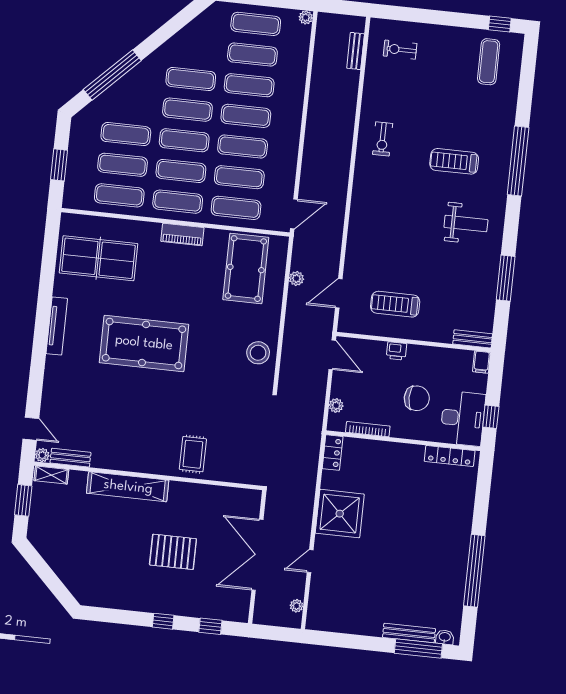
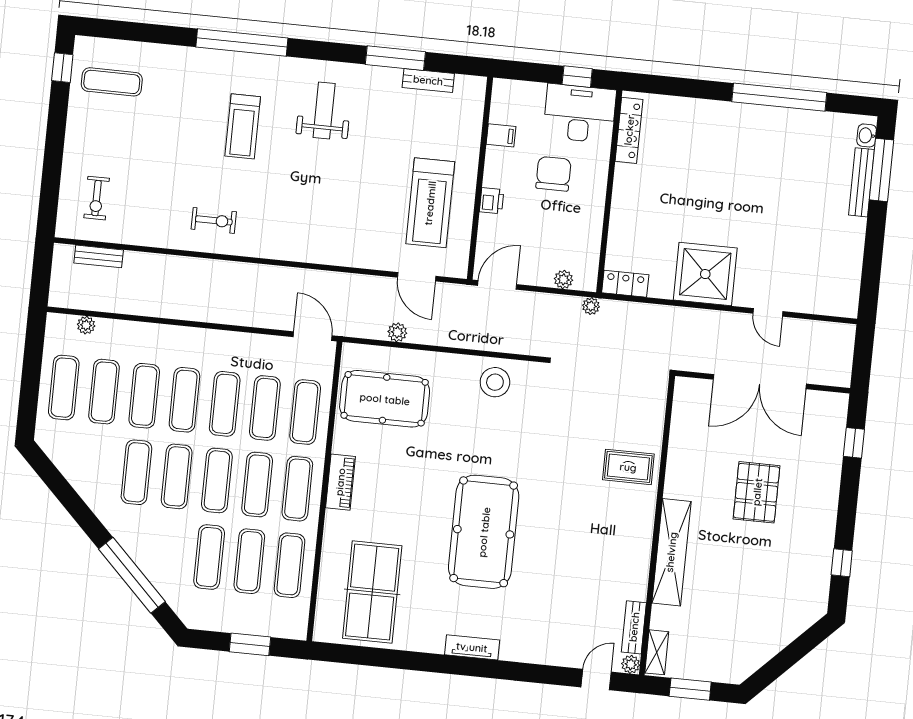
plant: (306, 17) -> (86, 325), moved
treadmill: (395, 304) -> (430, 203), width x1.37, depth x1.38
tv unit: (57, 326) -> (472, 647), width x0.71
bench: (473, 339) -> (428, 80), moved, turned 90
filing cabinet: (482, 362) -> (501, 135), moved
bookcase: (368, 429) -> (594, 238), removed
plant: (297, 606) -> (591, 306), moved
window: (163, 621) -> (842, 563), moved

